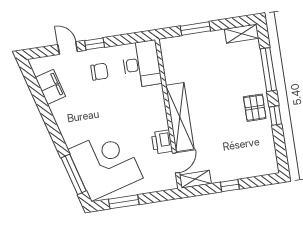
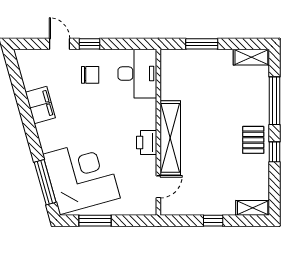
filing cabinet: (50, 87) -> (40, 105), moved
printer: (162, 142) -> (147, 142), moved
shelving: (195, 179) -> (253, 208), moved

